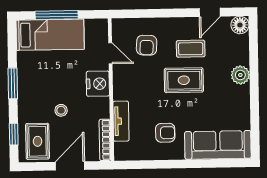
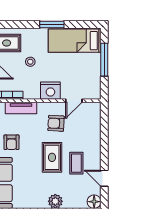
bed: (50, 35) -> (75, 41), moved, turned 90
armchair: (147, 45) -> (56, 123), moved
window: (14, 134) -> (12, 25), removed

